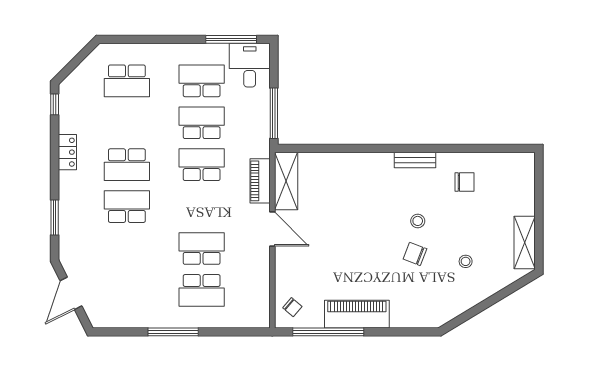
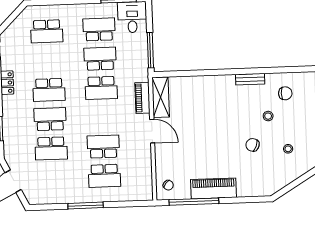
school desk: (202, 165) -> (101, 88), turned 180
stool: (418, 221) -> (268, 116), moved
school desk: (127, 248) -> (51, 148), added

